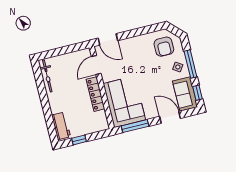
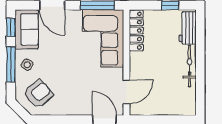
armchair: (164, 47) -> (38, 94), turned 51
bicycle: (47, 76) -> (190, 66), moved
locker: (95, 94) -> (136, 31), moved

